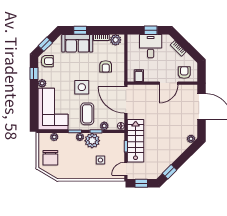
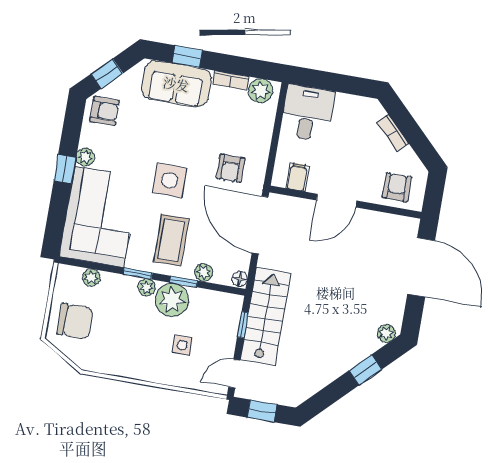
window: (151, 30) -> (340, 83), removed
desk: (151, 46) -> (308, 113), moved
armchair: (106, 66) -> (231, 168), moved
window: (34, 74) -> (65, 169), moved
door: (169, 83) -> (337, 201), moved
chair: (50, 158) -> (75, 321), turned -90
window: (170, 172) -> (365, 370), moved

